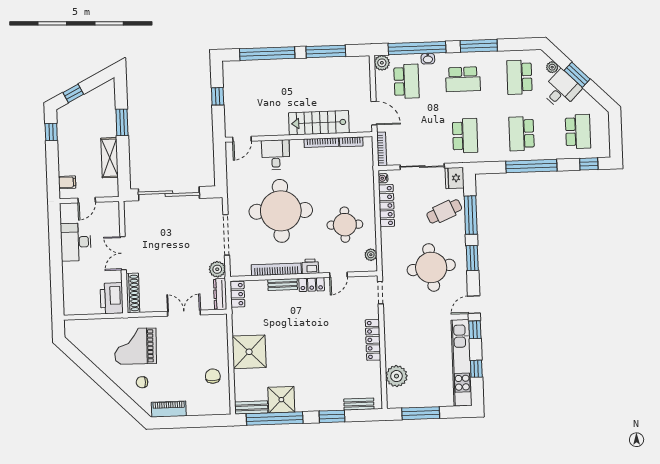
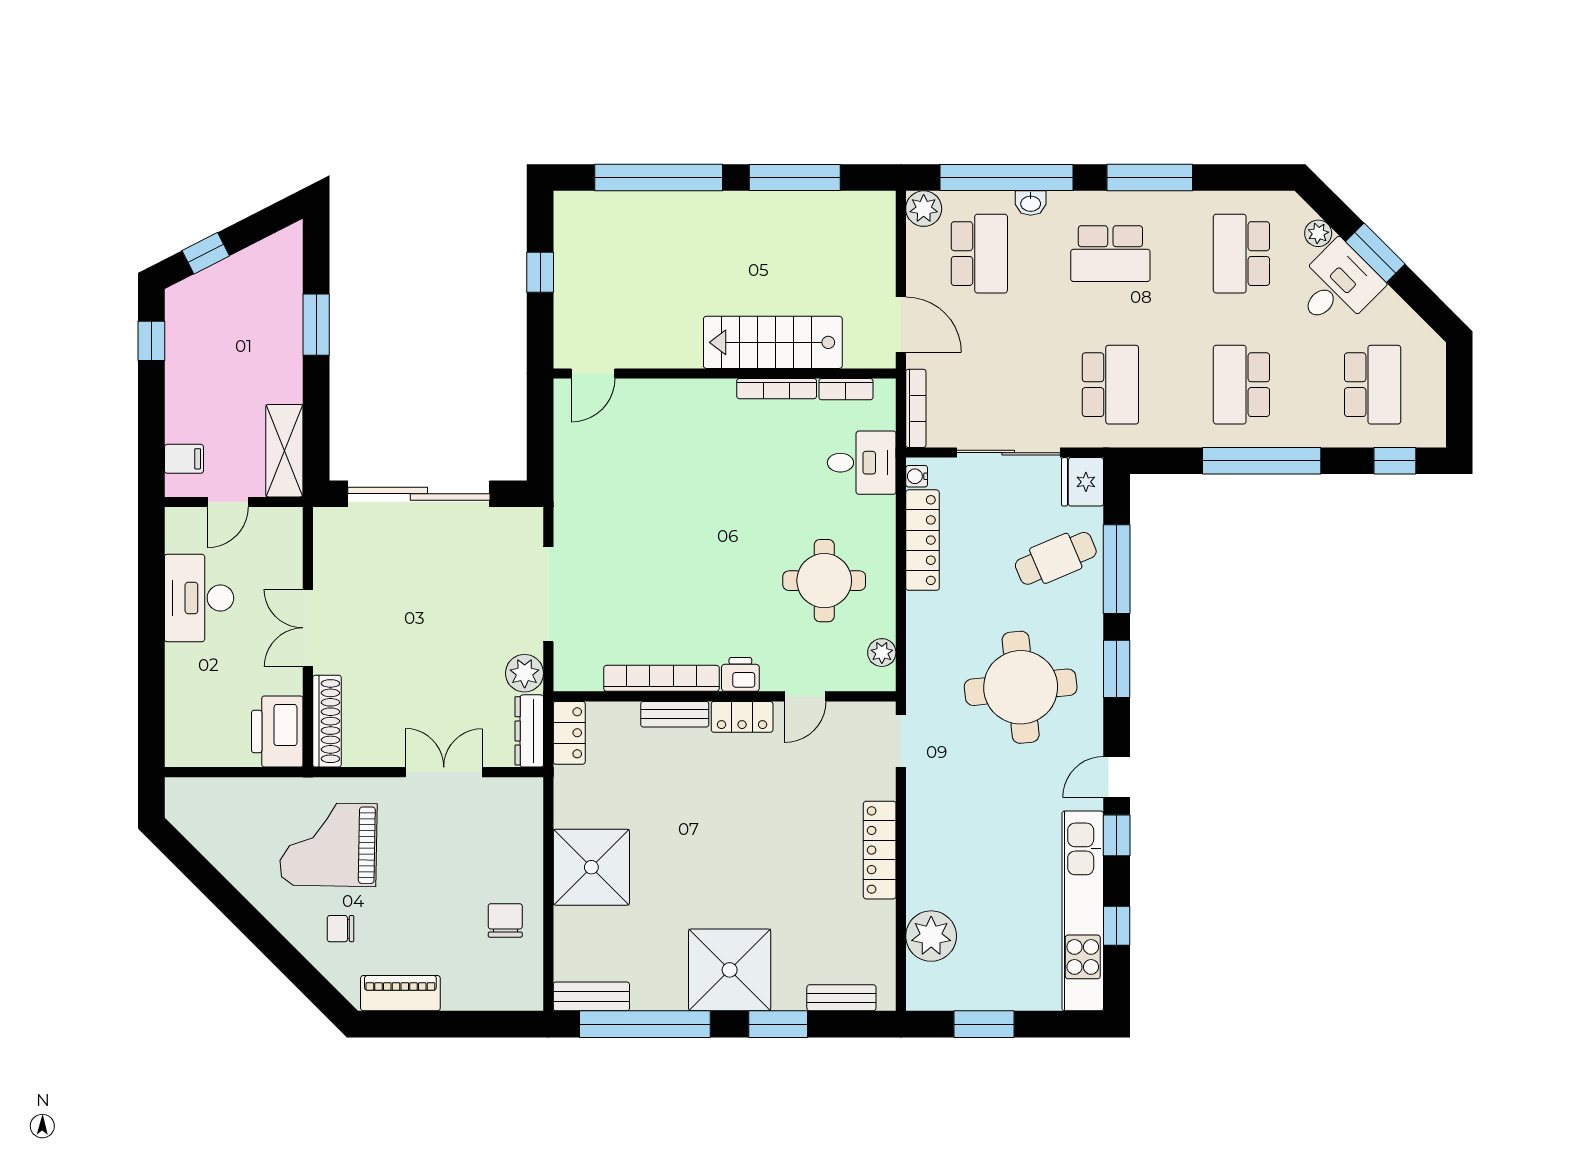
desk: (276, 155) -> (862, 463), moved, turned 90
shelving: (110, 158) -> (284, 451), moved
round table: (281, 211) -> (677, 543), removed
shower: (281, 400) -> (730, 970), moved, width x1.37, depth x1.37
window: (421, 413) -> (984, 1024), width x0.69

